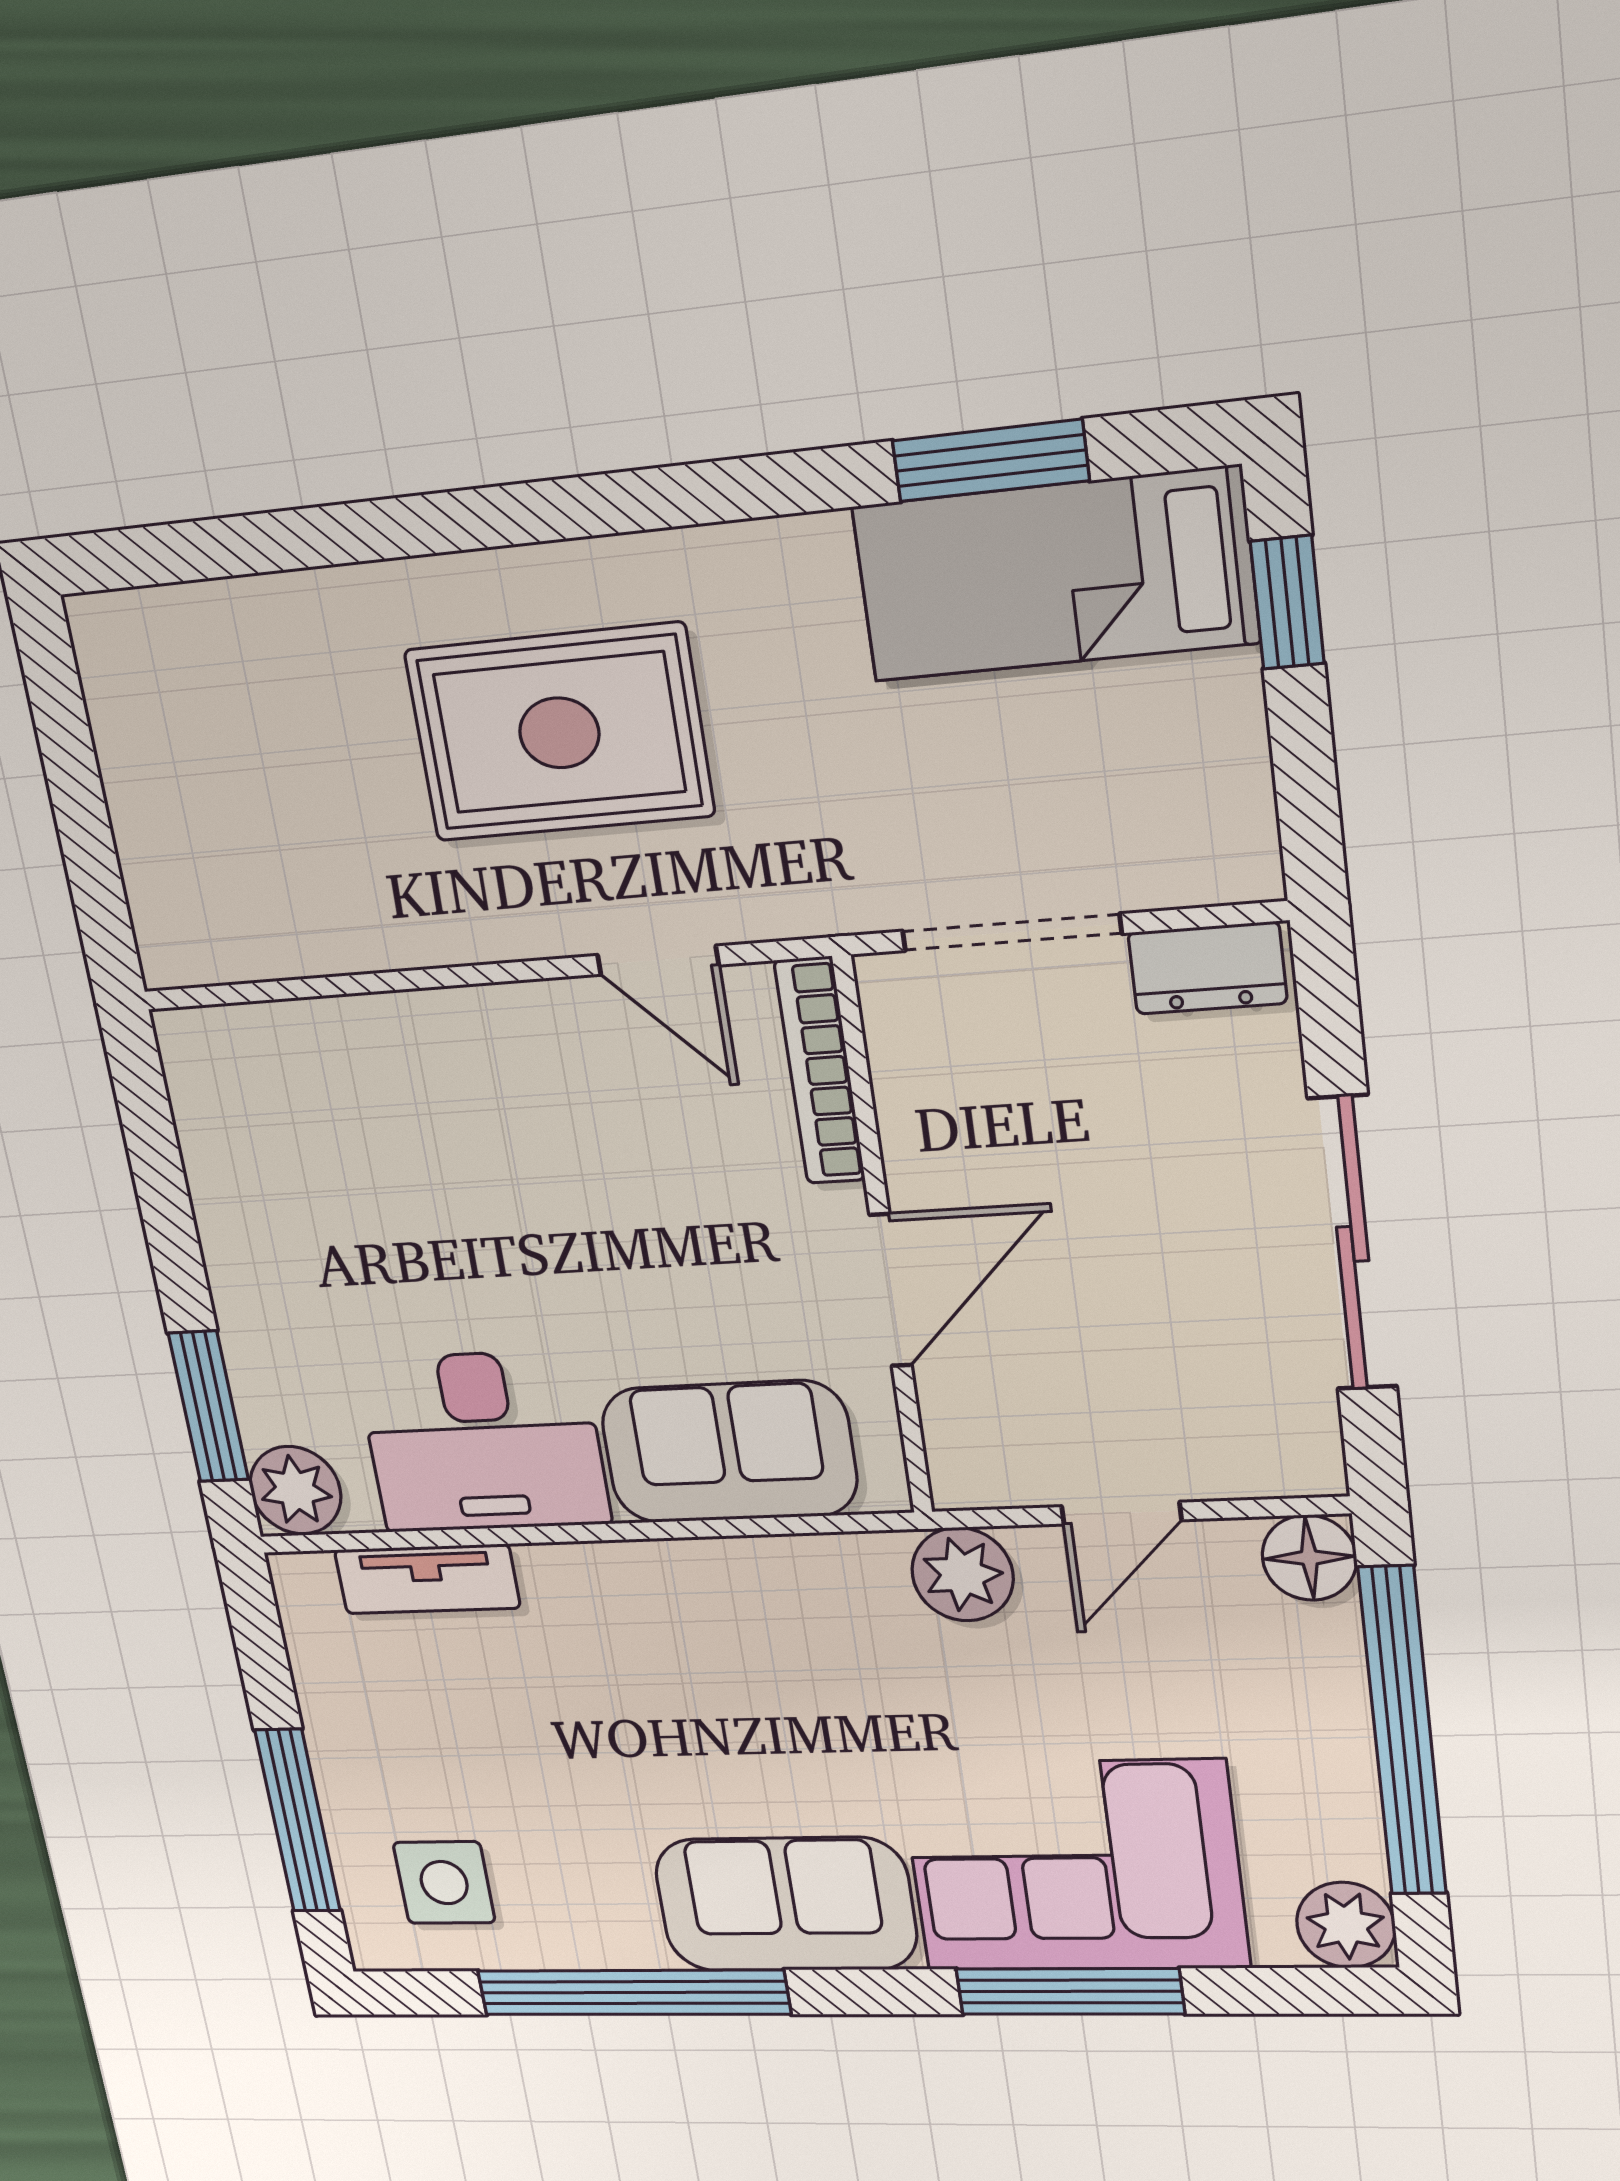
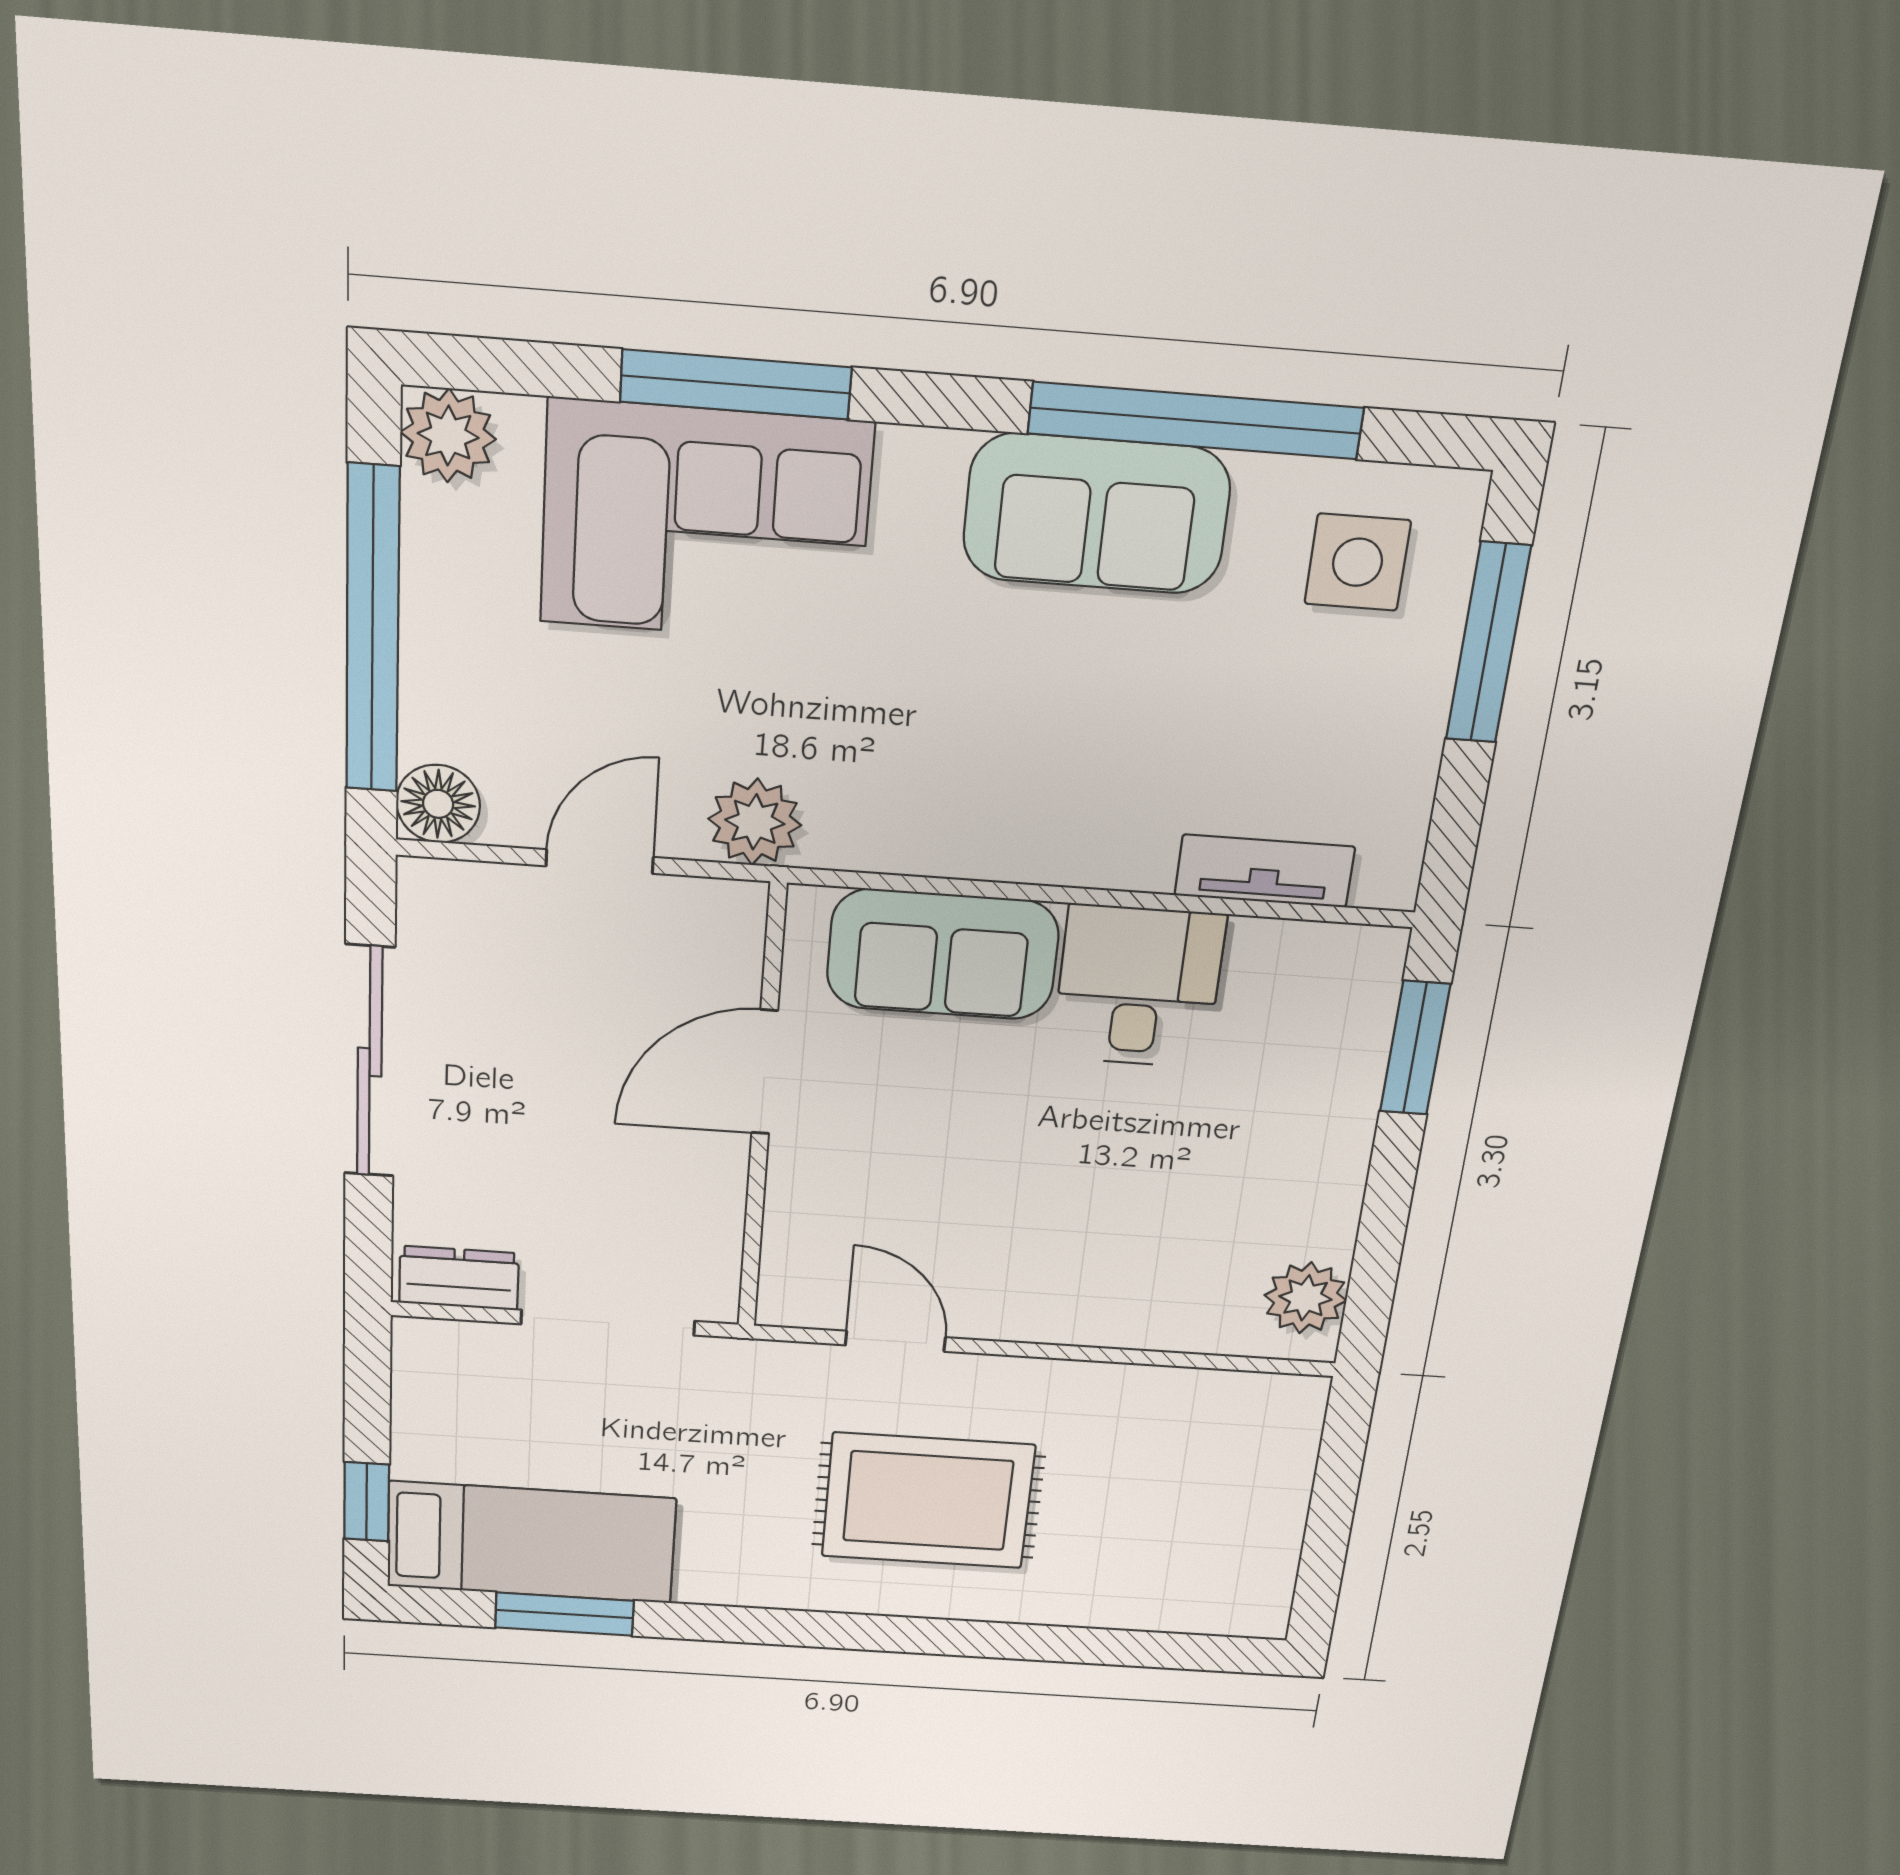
bookcase: (820, 1071) -> (784, 1246), removed
desk: (483, 1442) -> (1138, 986), width x0.73
plant: (295, 1490) -> (1306, 1298), moved
sofa: (786, 1904) -> (1096, 514), moved

